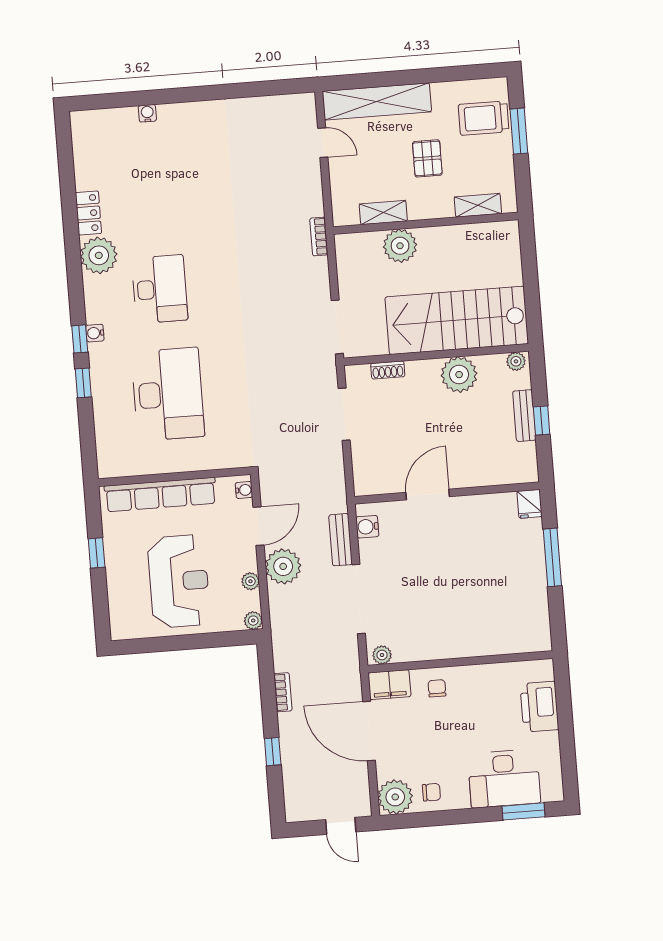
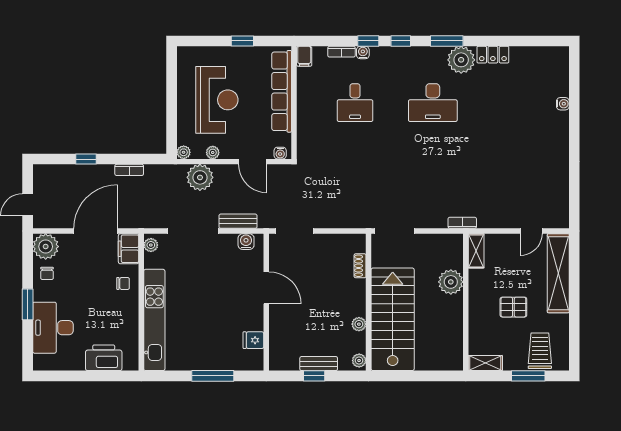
shelving: (478, 205) -> (485, 363), moved, turned 90
shelving: (383, 213) -> (476, 251), moved
window: (75, 277) -> (447, 41), added
water cooler: (95, 333) -> (363, 52), moved
plant: (459, 375) -> (359, 324), width x0.53, depth x0.53
desk: (168, 394) -> (355, 103), width x0.53, depth x0.77
doorway: (344, 414) -> (295, 231), moved
bookcase: (100, 418) -> (341, 52), added
filing cabinet: (111, 468) -> (304, 56), added
fridge: (529, 504) -> (253, 340), moved
plant: (283, 566) -> (200, 177), moved
reception desk: (179, 581) -> (217, 100), turned -90
kitchen unit: (483, 642) -> (154, 320), added
window: (523, 811) -> (28, 304), moved

